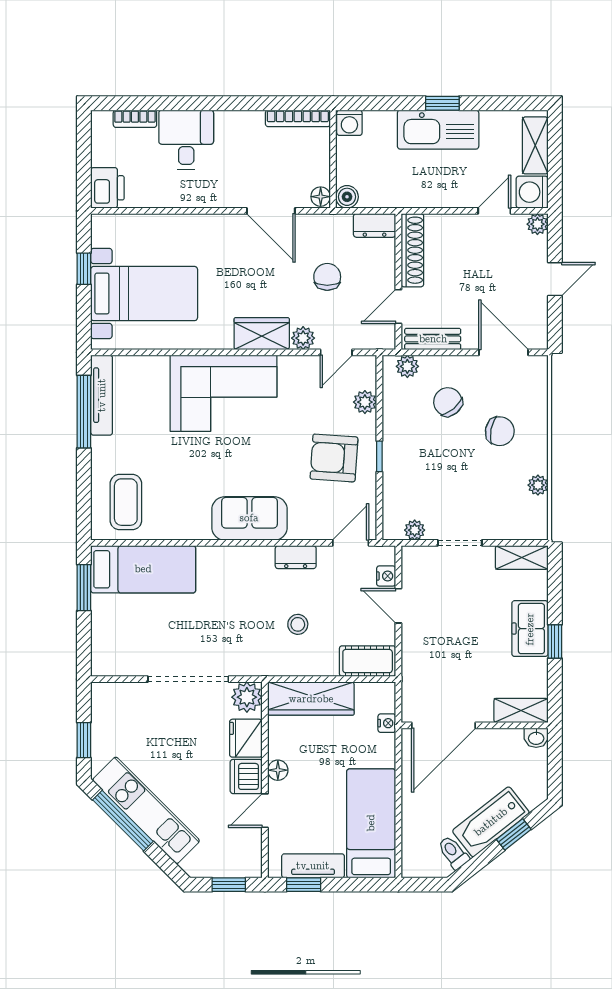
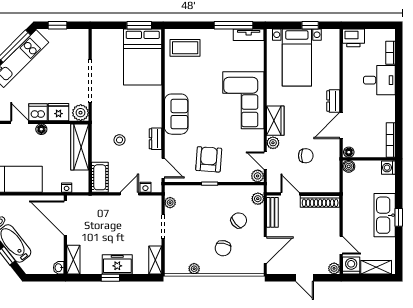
dresser: (375, 225) -> (333, 101), moved
tv unit: (102, 395) -> (249, 35), width x0.71
plant: (365, 402) -> (258, 176), moved
bed: (143, 569) -> (143, 57), width x1.50

